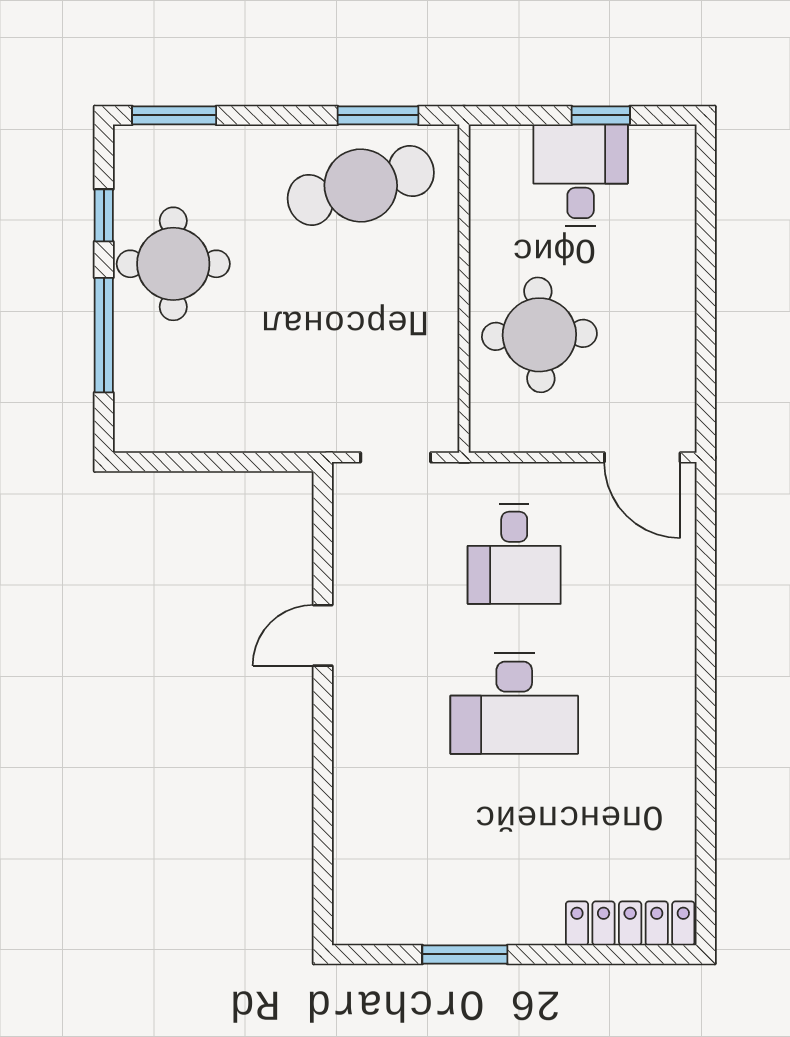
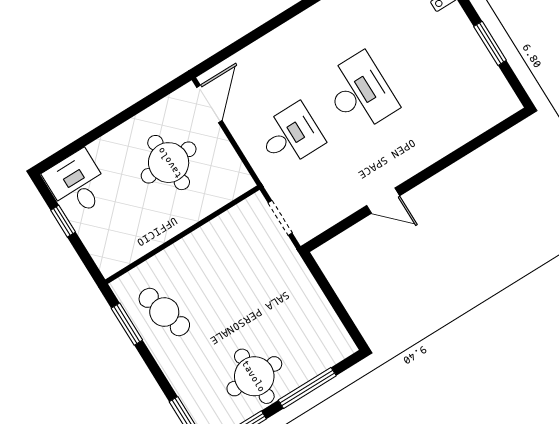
desk: (581, 175) -> (77, 184), moved, turned 90
cafe table: (361, 185) -> (164, 312), width x0.73, depth x0.74
round table: (539, 335) -> (169, 163), moved

